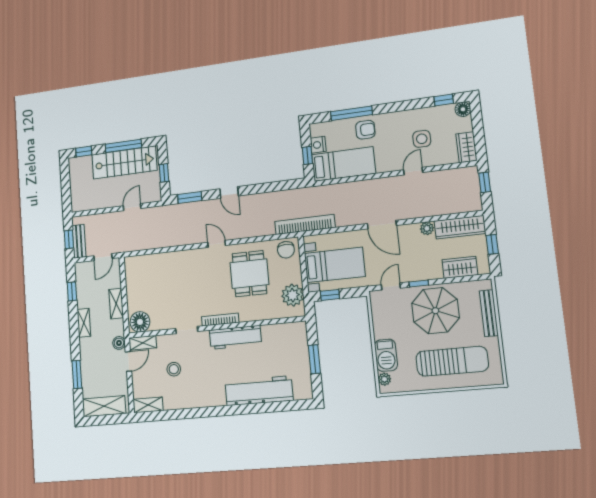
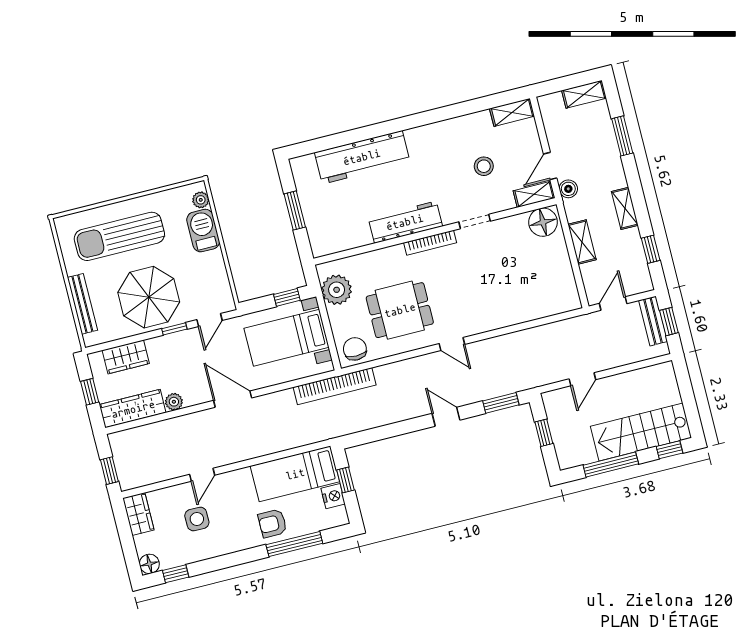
stairs: (124, 162) -> (641, 432), moved
dining table: (249, 274) -> (400, 310), turned 90
shelving: (104, 406) -> (584, 94), width x0.67, depth x0.75

